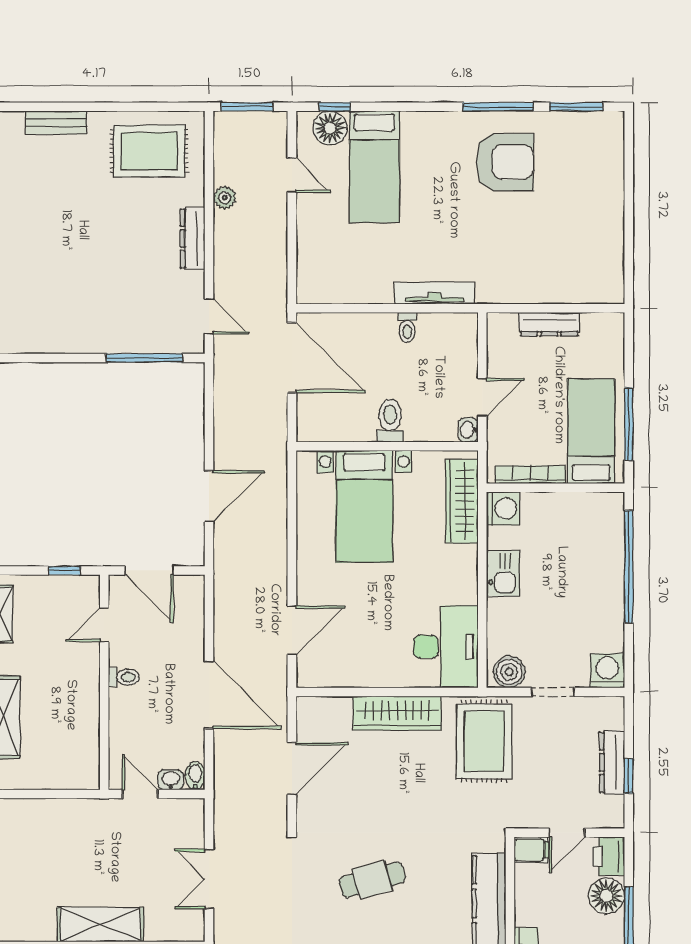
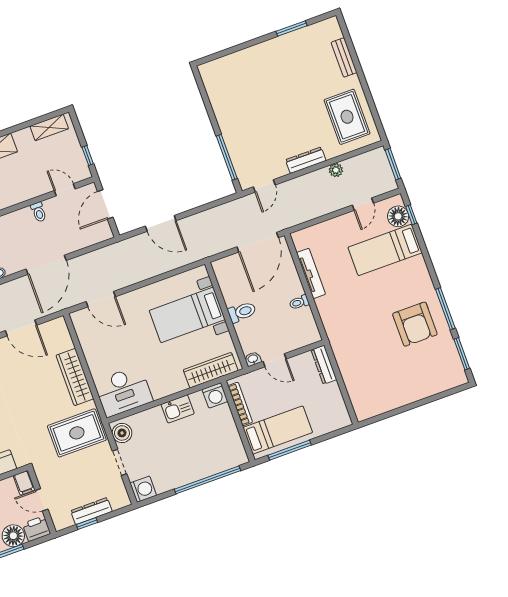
tv unit: (435, 293) -> (311, 273), moved
dresser: (549, 324) -> (324, 365), moved

